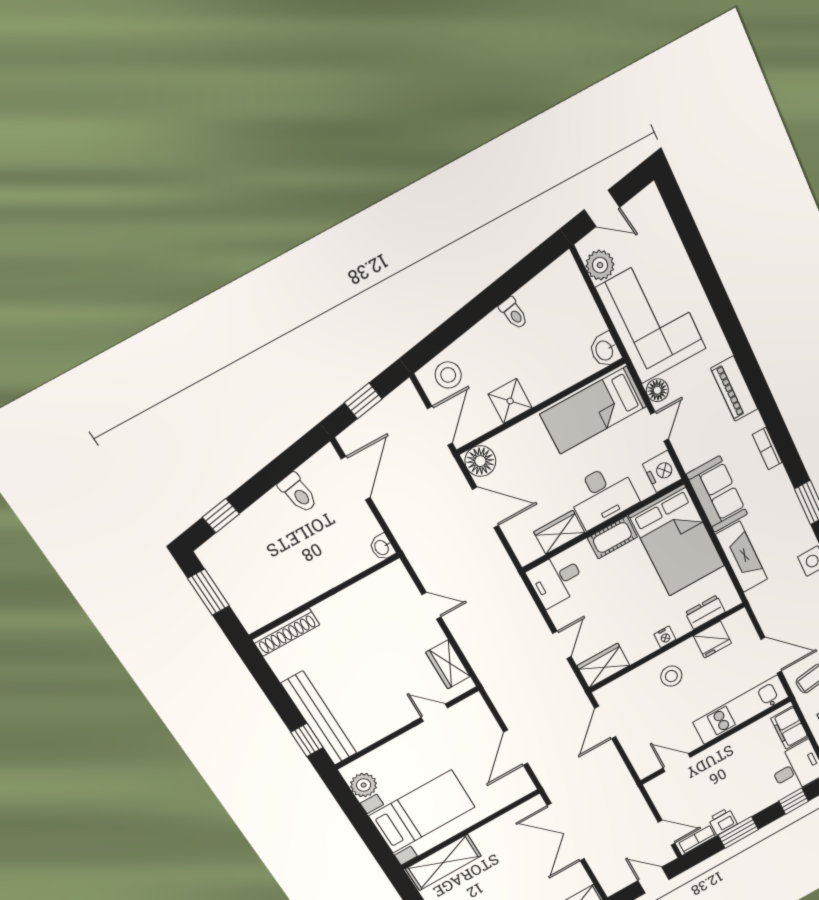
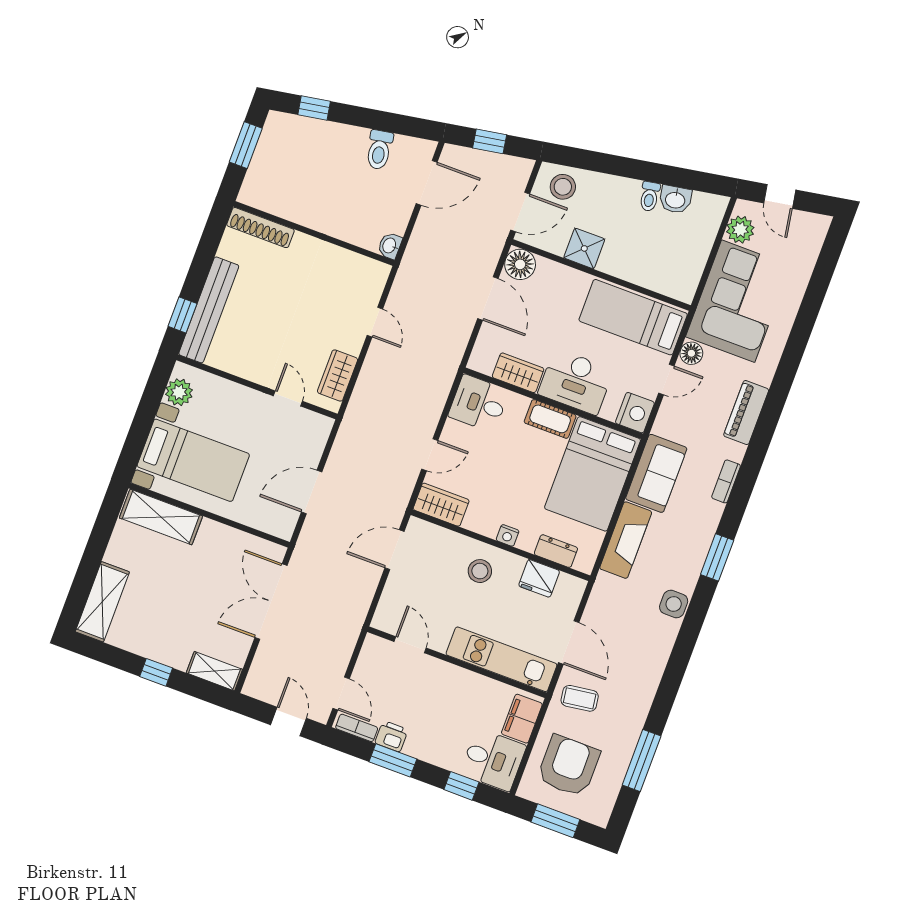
washbasin: (605, 350) -> (675, 199), moved, turned -100

